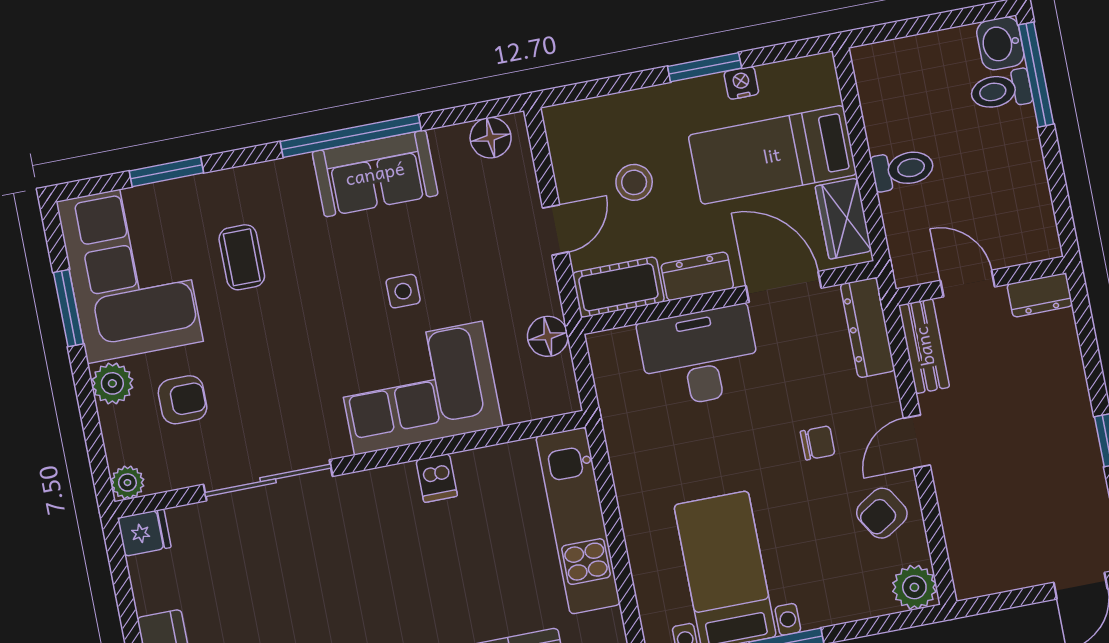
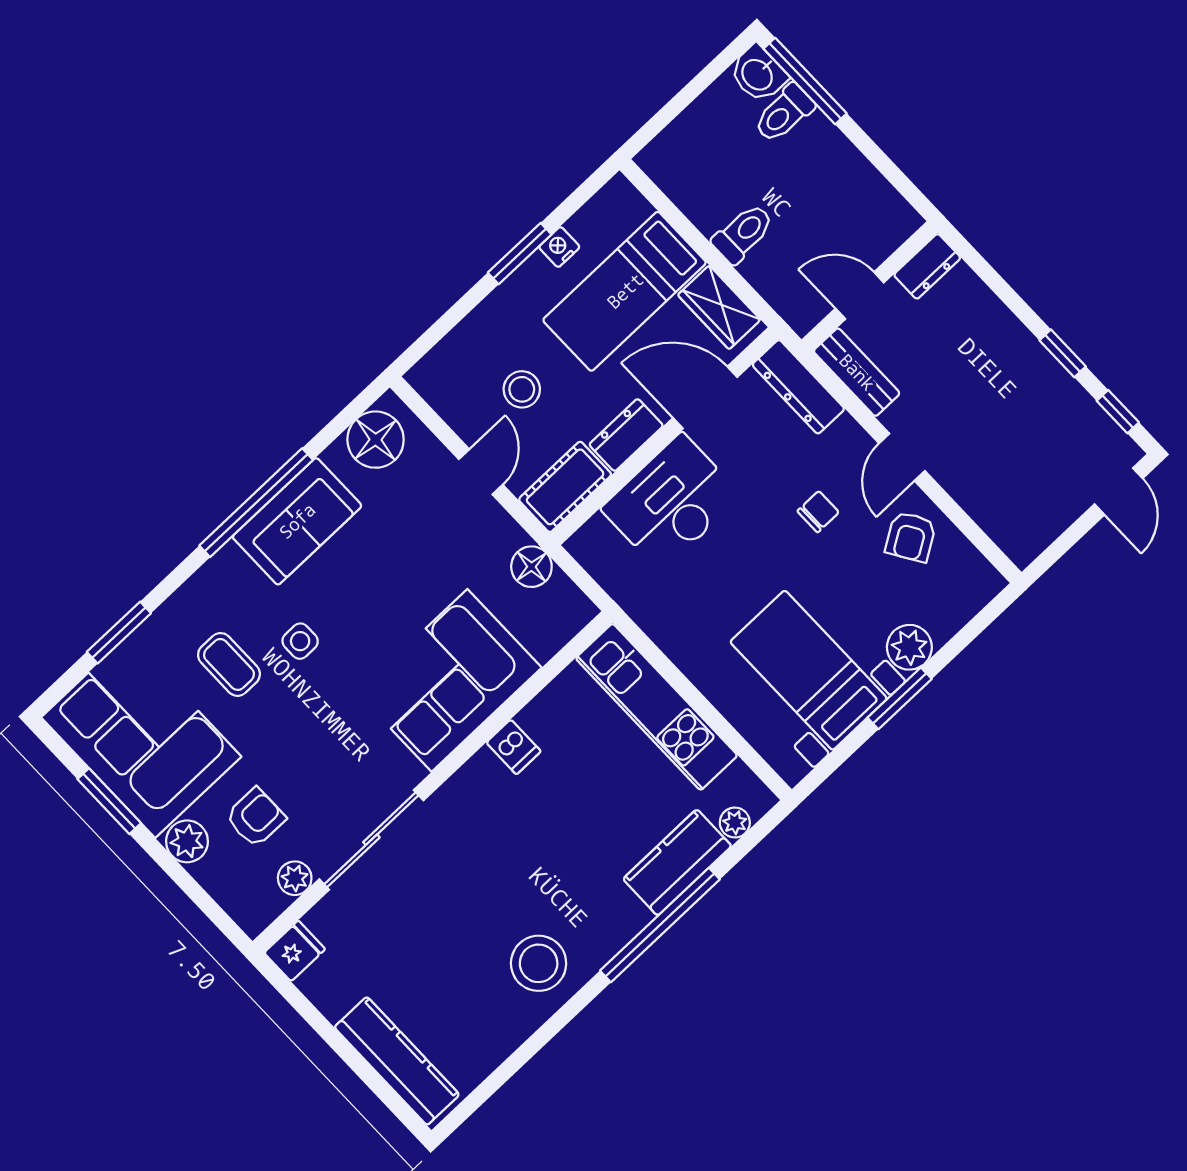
floor lamp: (491, 138) -> (376, 440), width x1.38, depth x1.38
side table: (403, 291) -> (300, 641), moved
plant: (127, 483) -> (295, 878), moved
plant: (914, 587) -> (909, 647), moved

